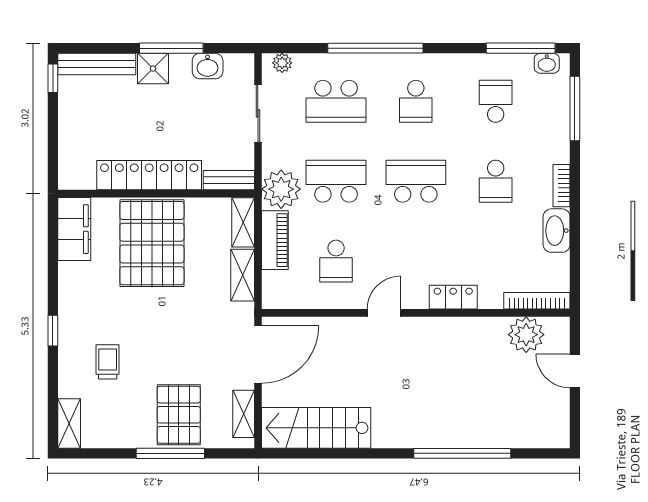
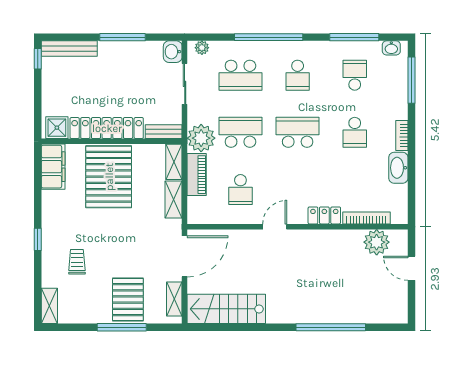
window: (521, 48) -> (354, 37), moved
washbasin: (208, 66) -> (173, 52), moved, turned 90
shower: (153, 69) -> (57, 128), moved
bookcase: (537, 301) -> (366, 218), moved

